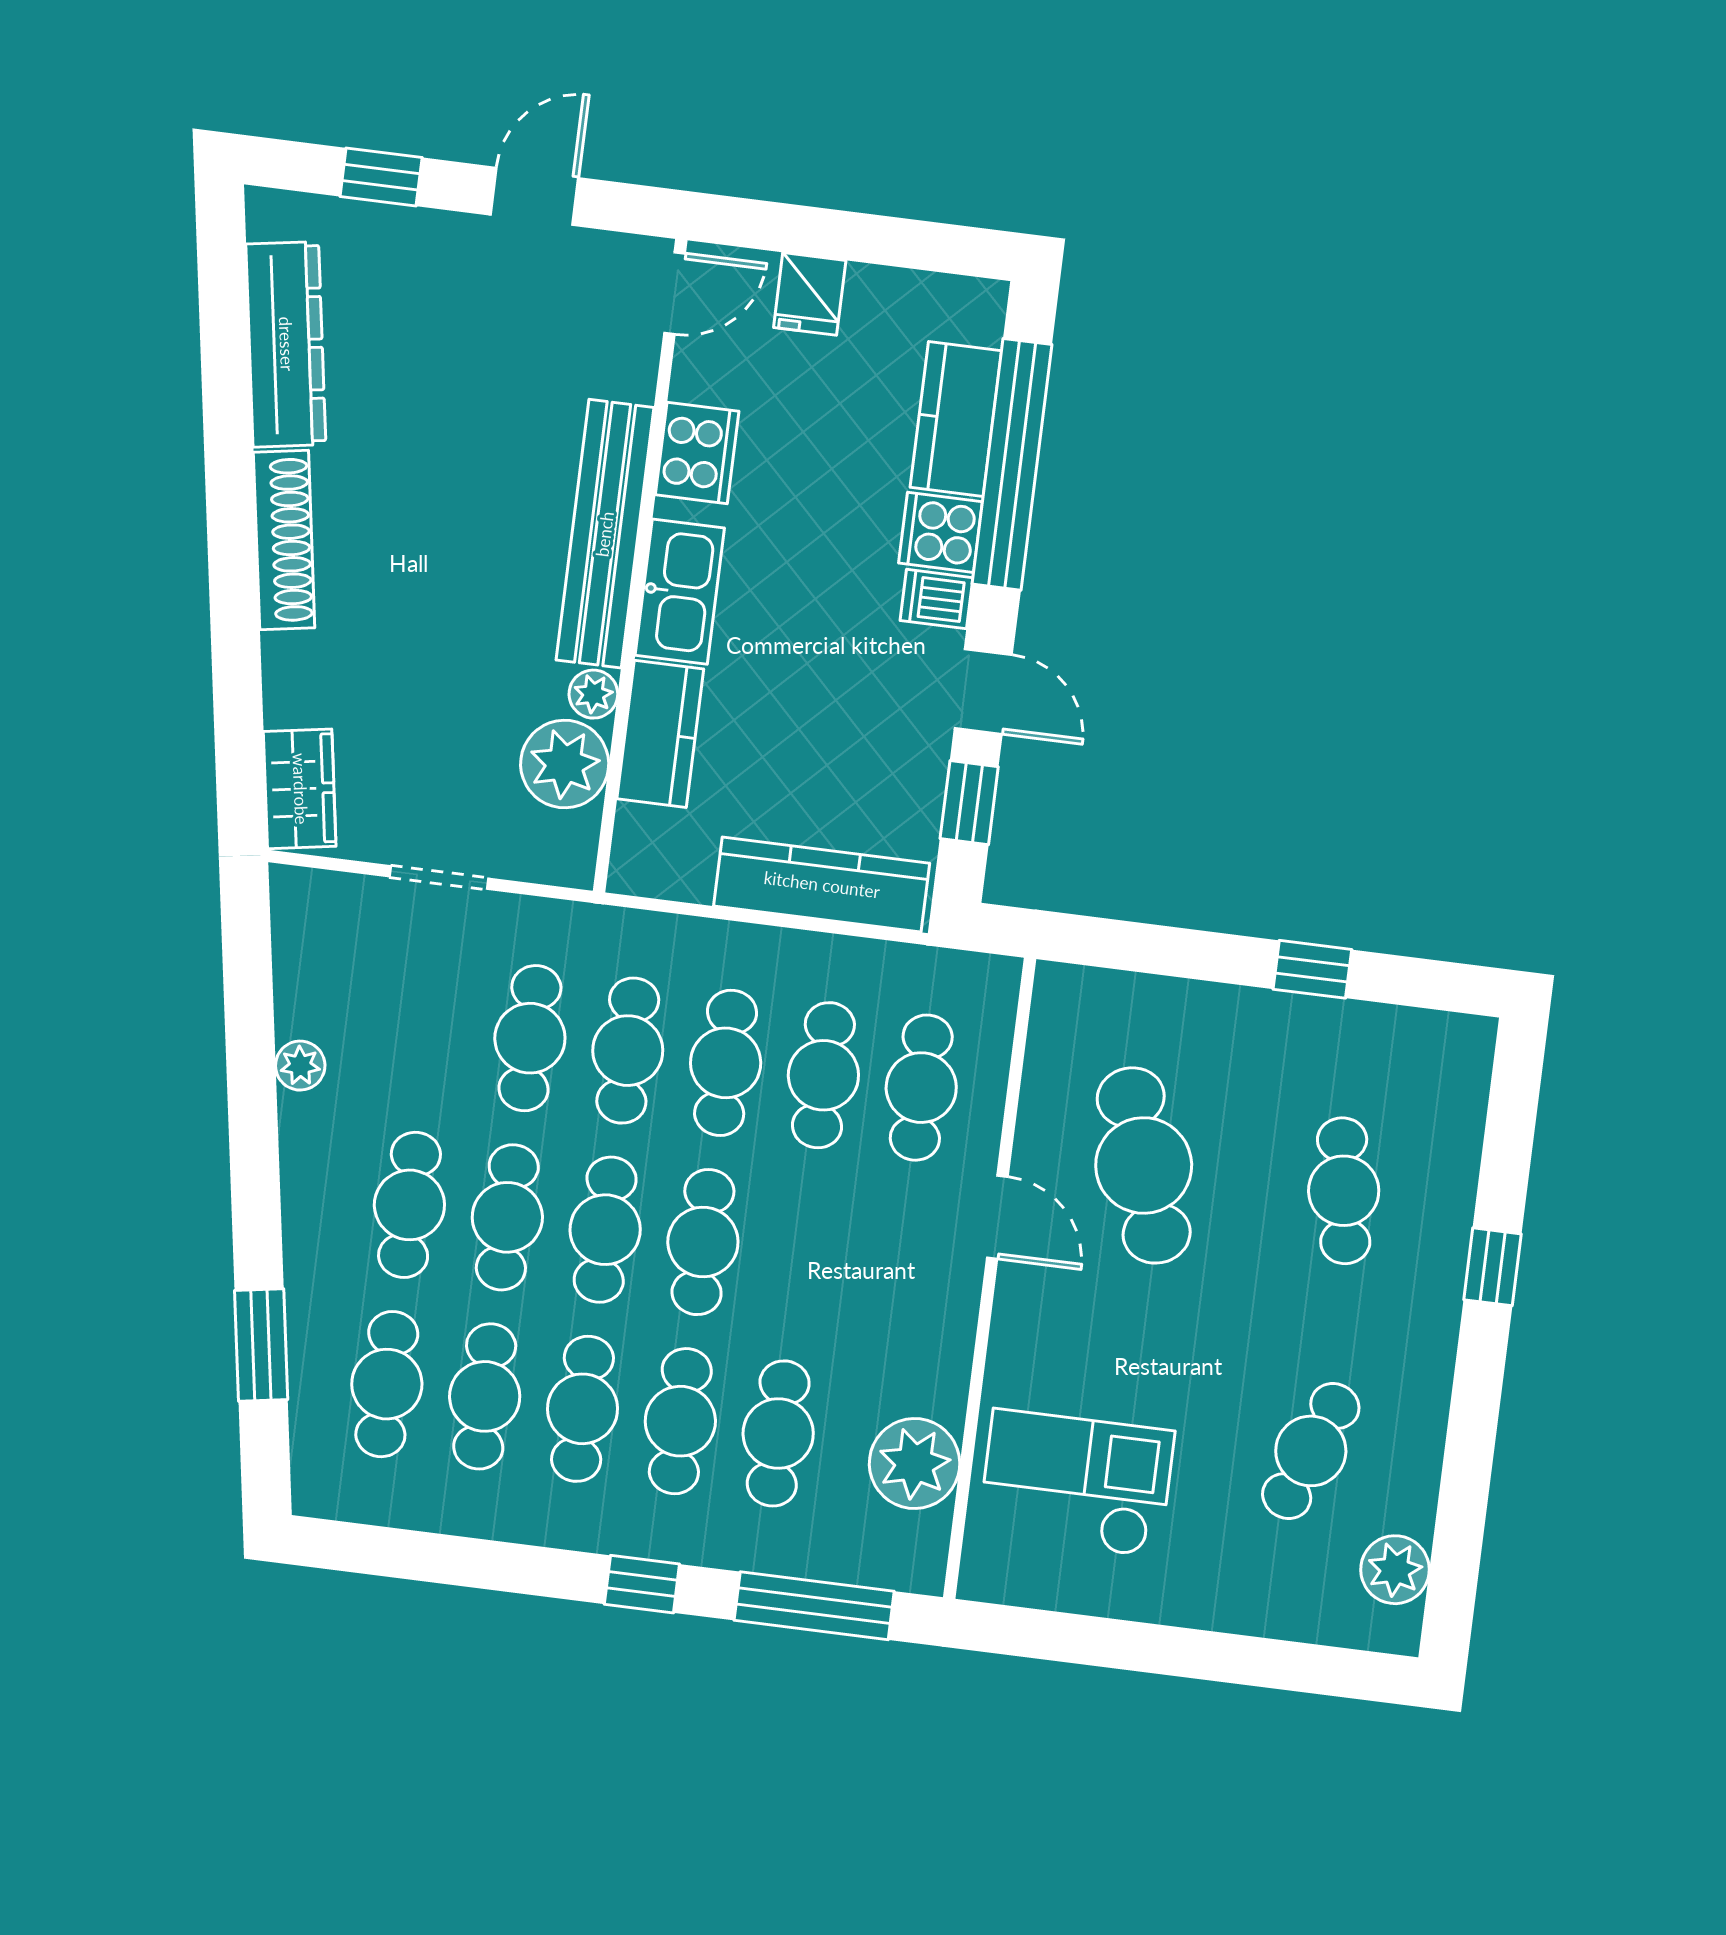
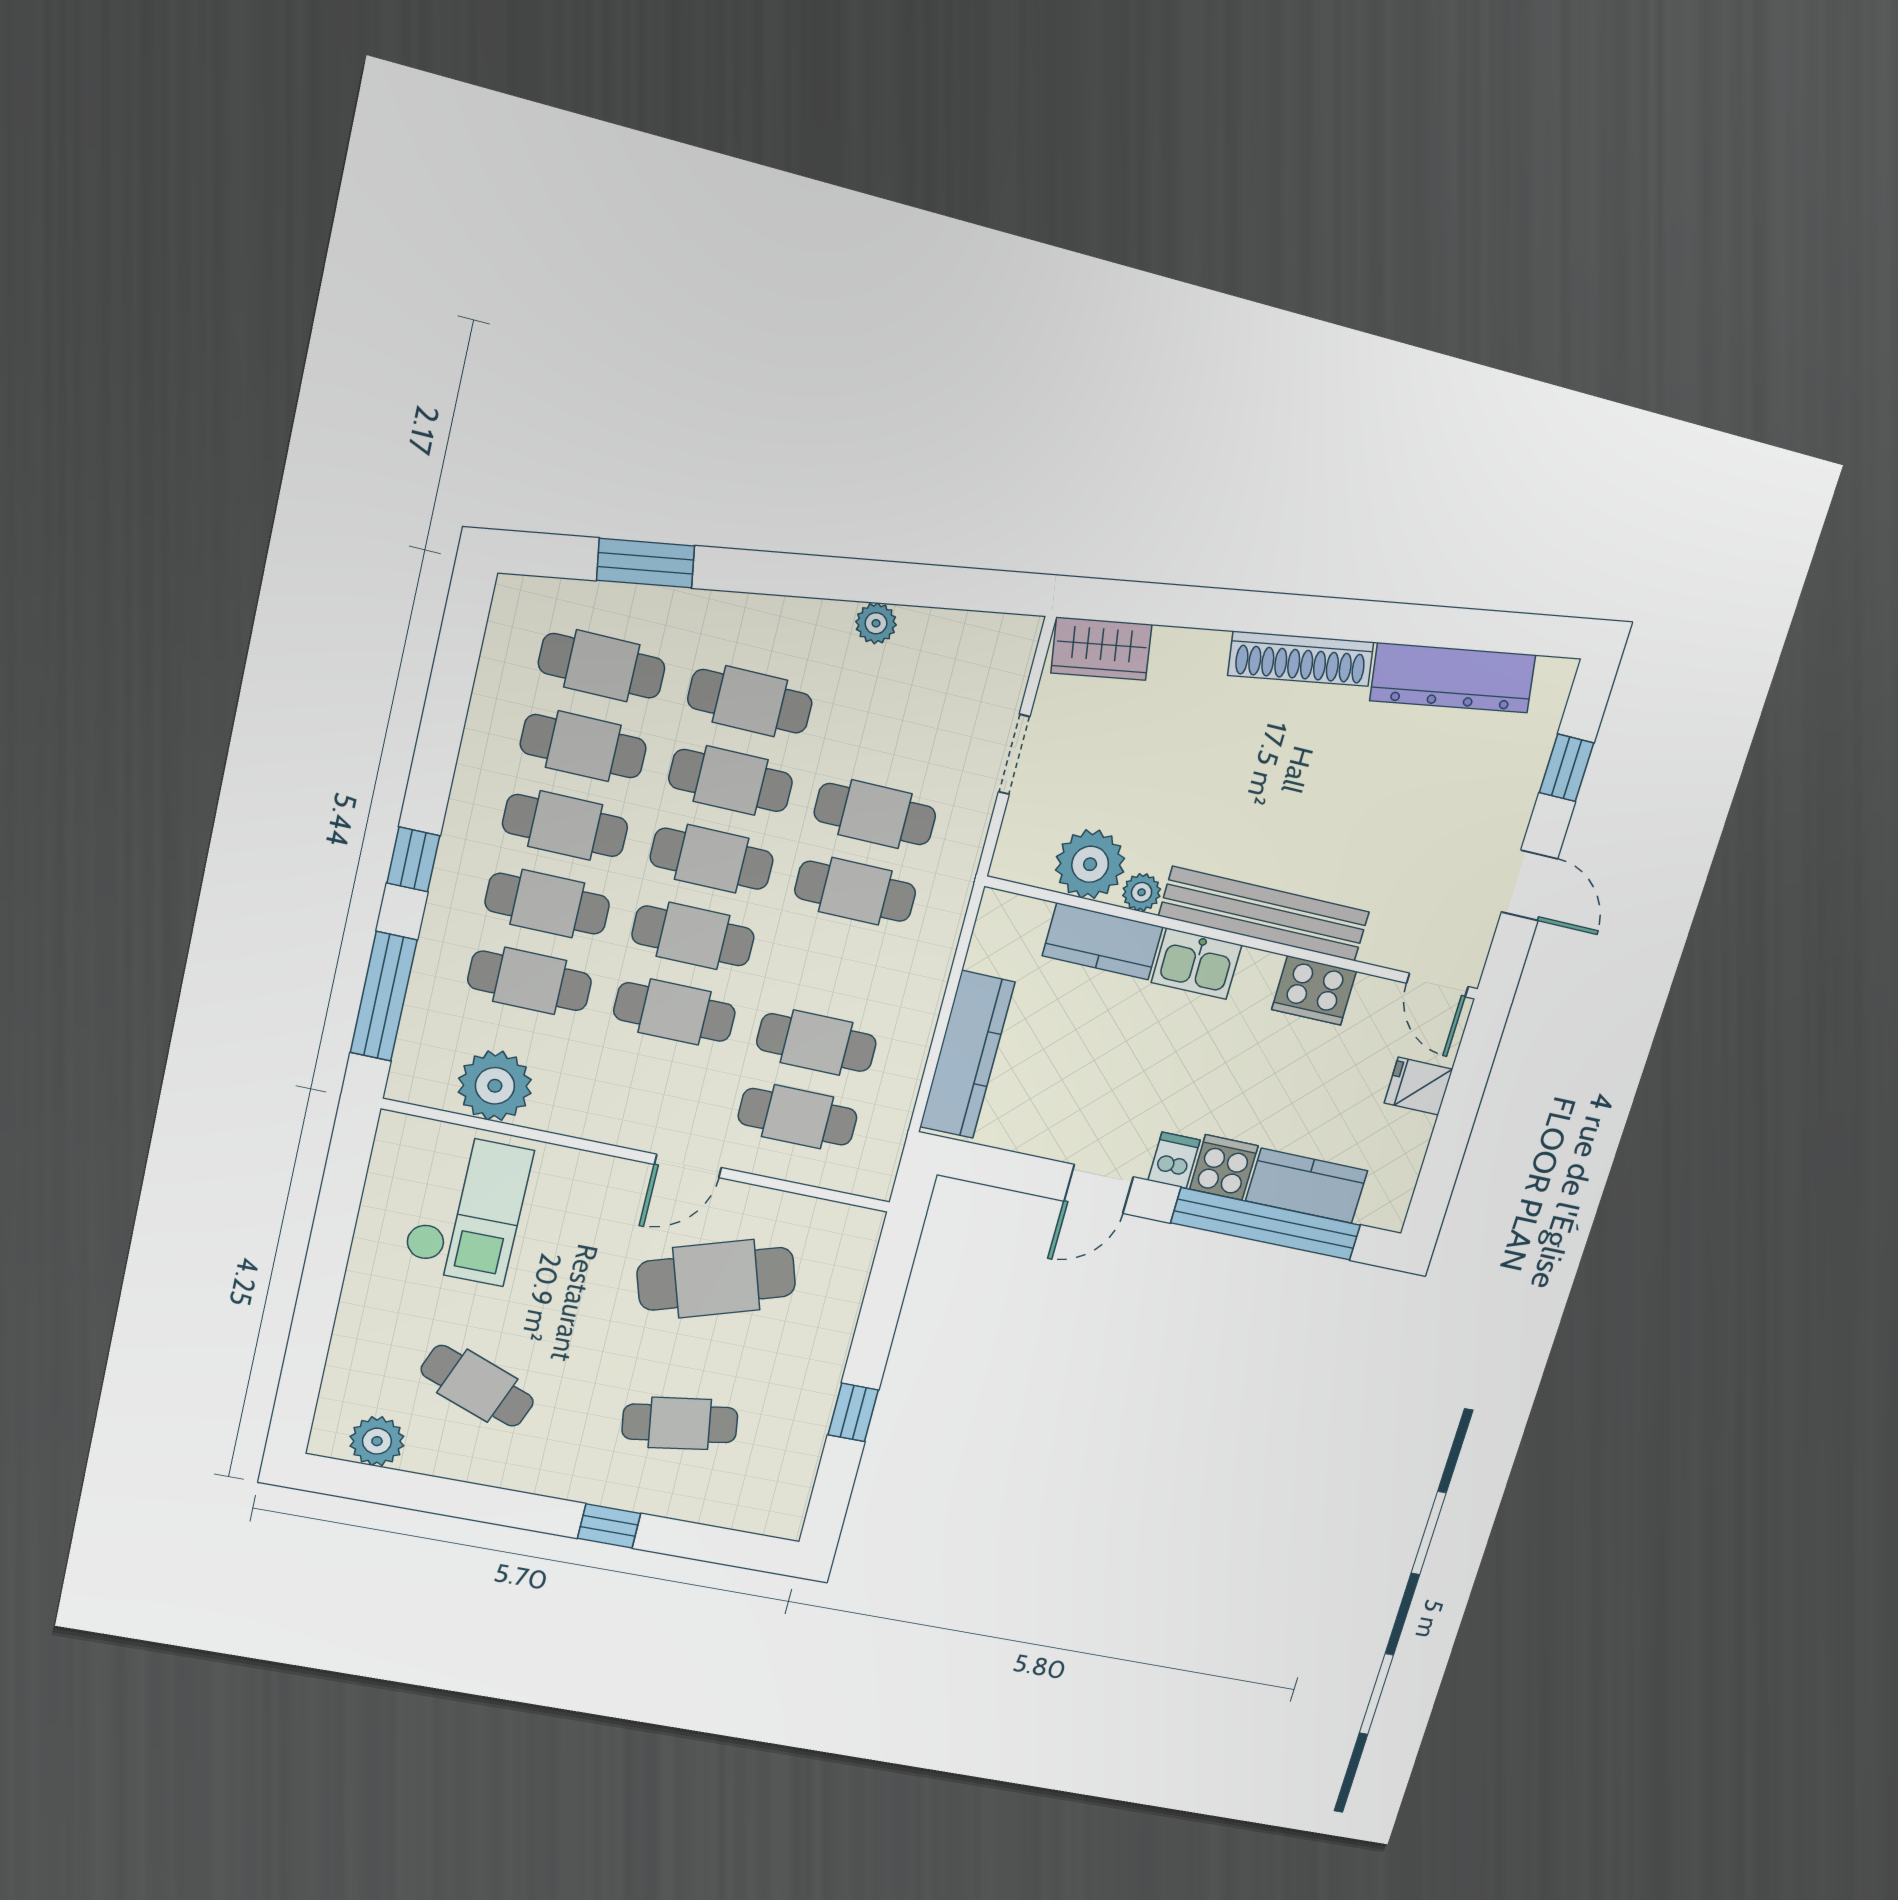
kitchen sink: (680, 592) -> (1196, 964), width x0.73
window: (969, 803) -> (1015, 1172), removed
cafe table: (726, 1063) -> (675, 1012), moved

